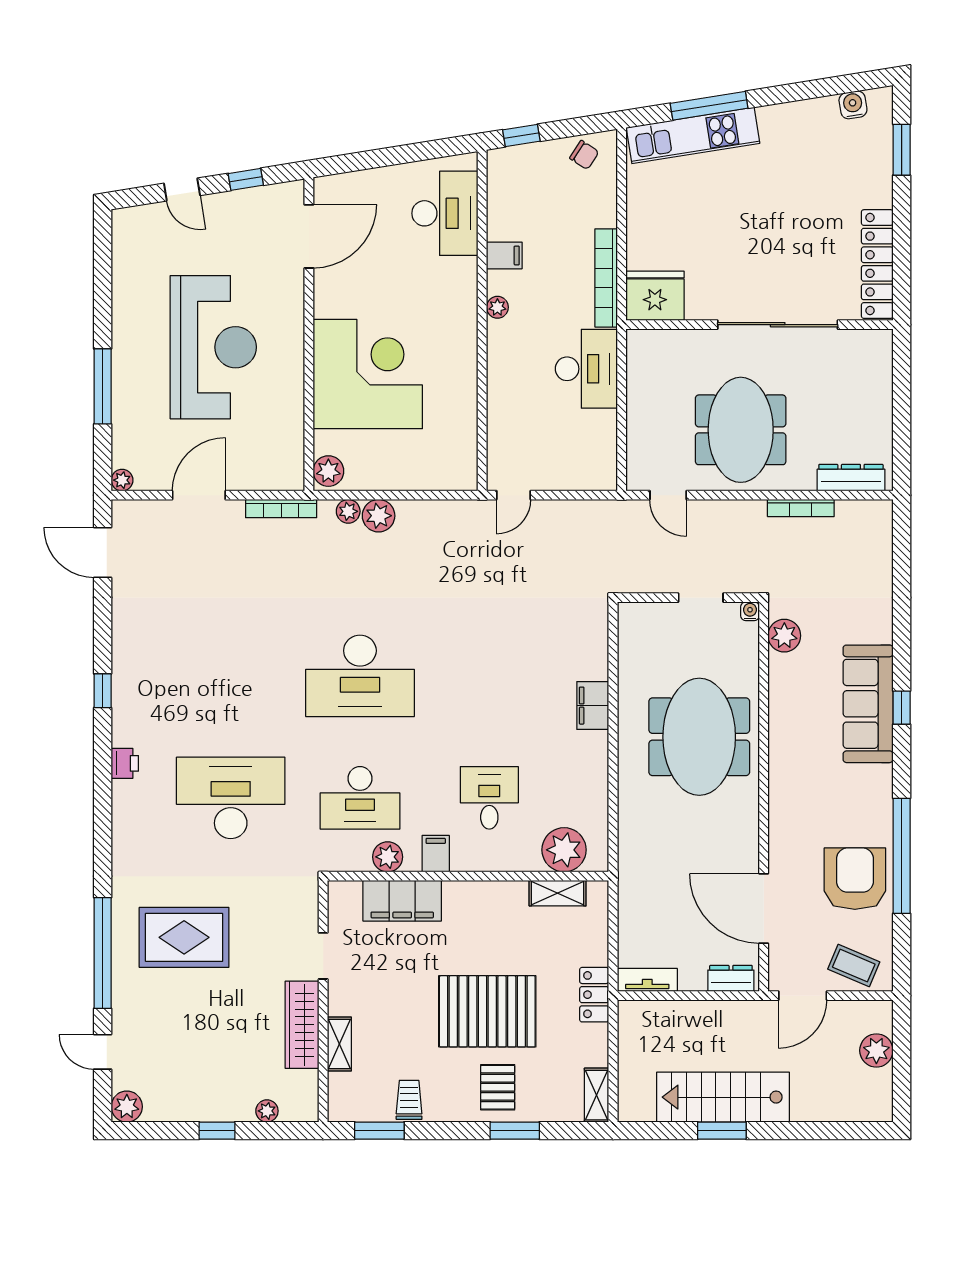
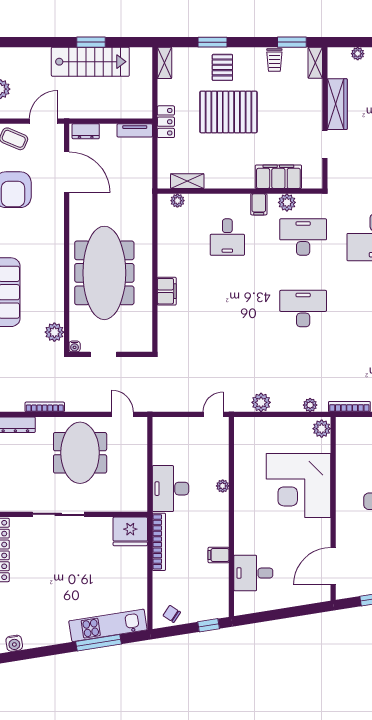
desk: (445, 213) -> (253, 573), width x0.73
plant: (497, 307) -> (223, 486), moved
sliding door: (778, 325) -> (58, 514), width x0.73
plant: (379, 516) -> (261, 402), moved
desk: (360, 676) -> (303, 309), width x0.73, depth x0.77
meeting table: (699, 737) -> (104, 273), width x1.36
plant: (564, 850) -> (177, 201), width x0.53, depth x0.53
shelving: (339, 1044) -> (315, 63), moved

